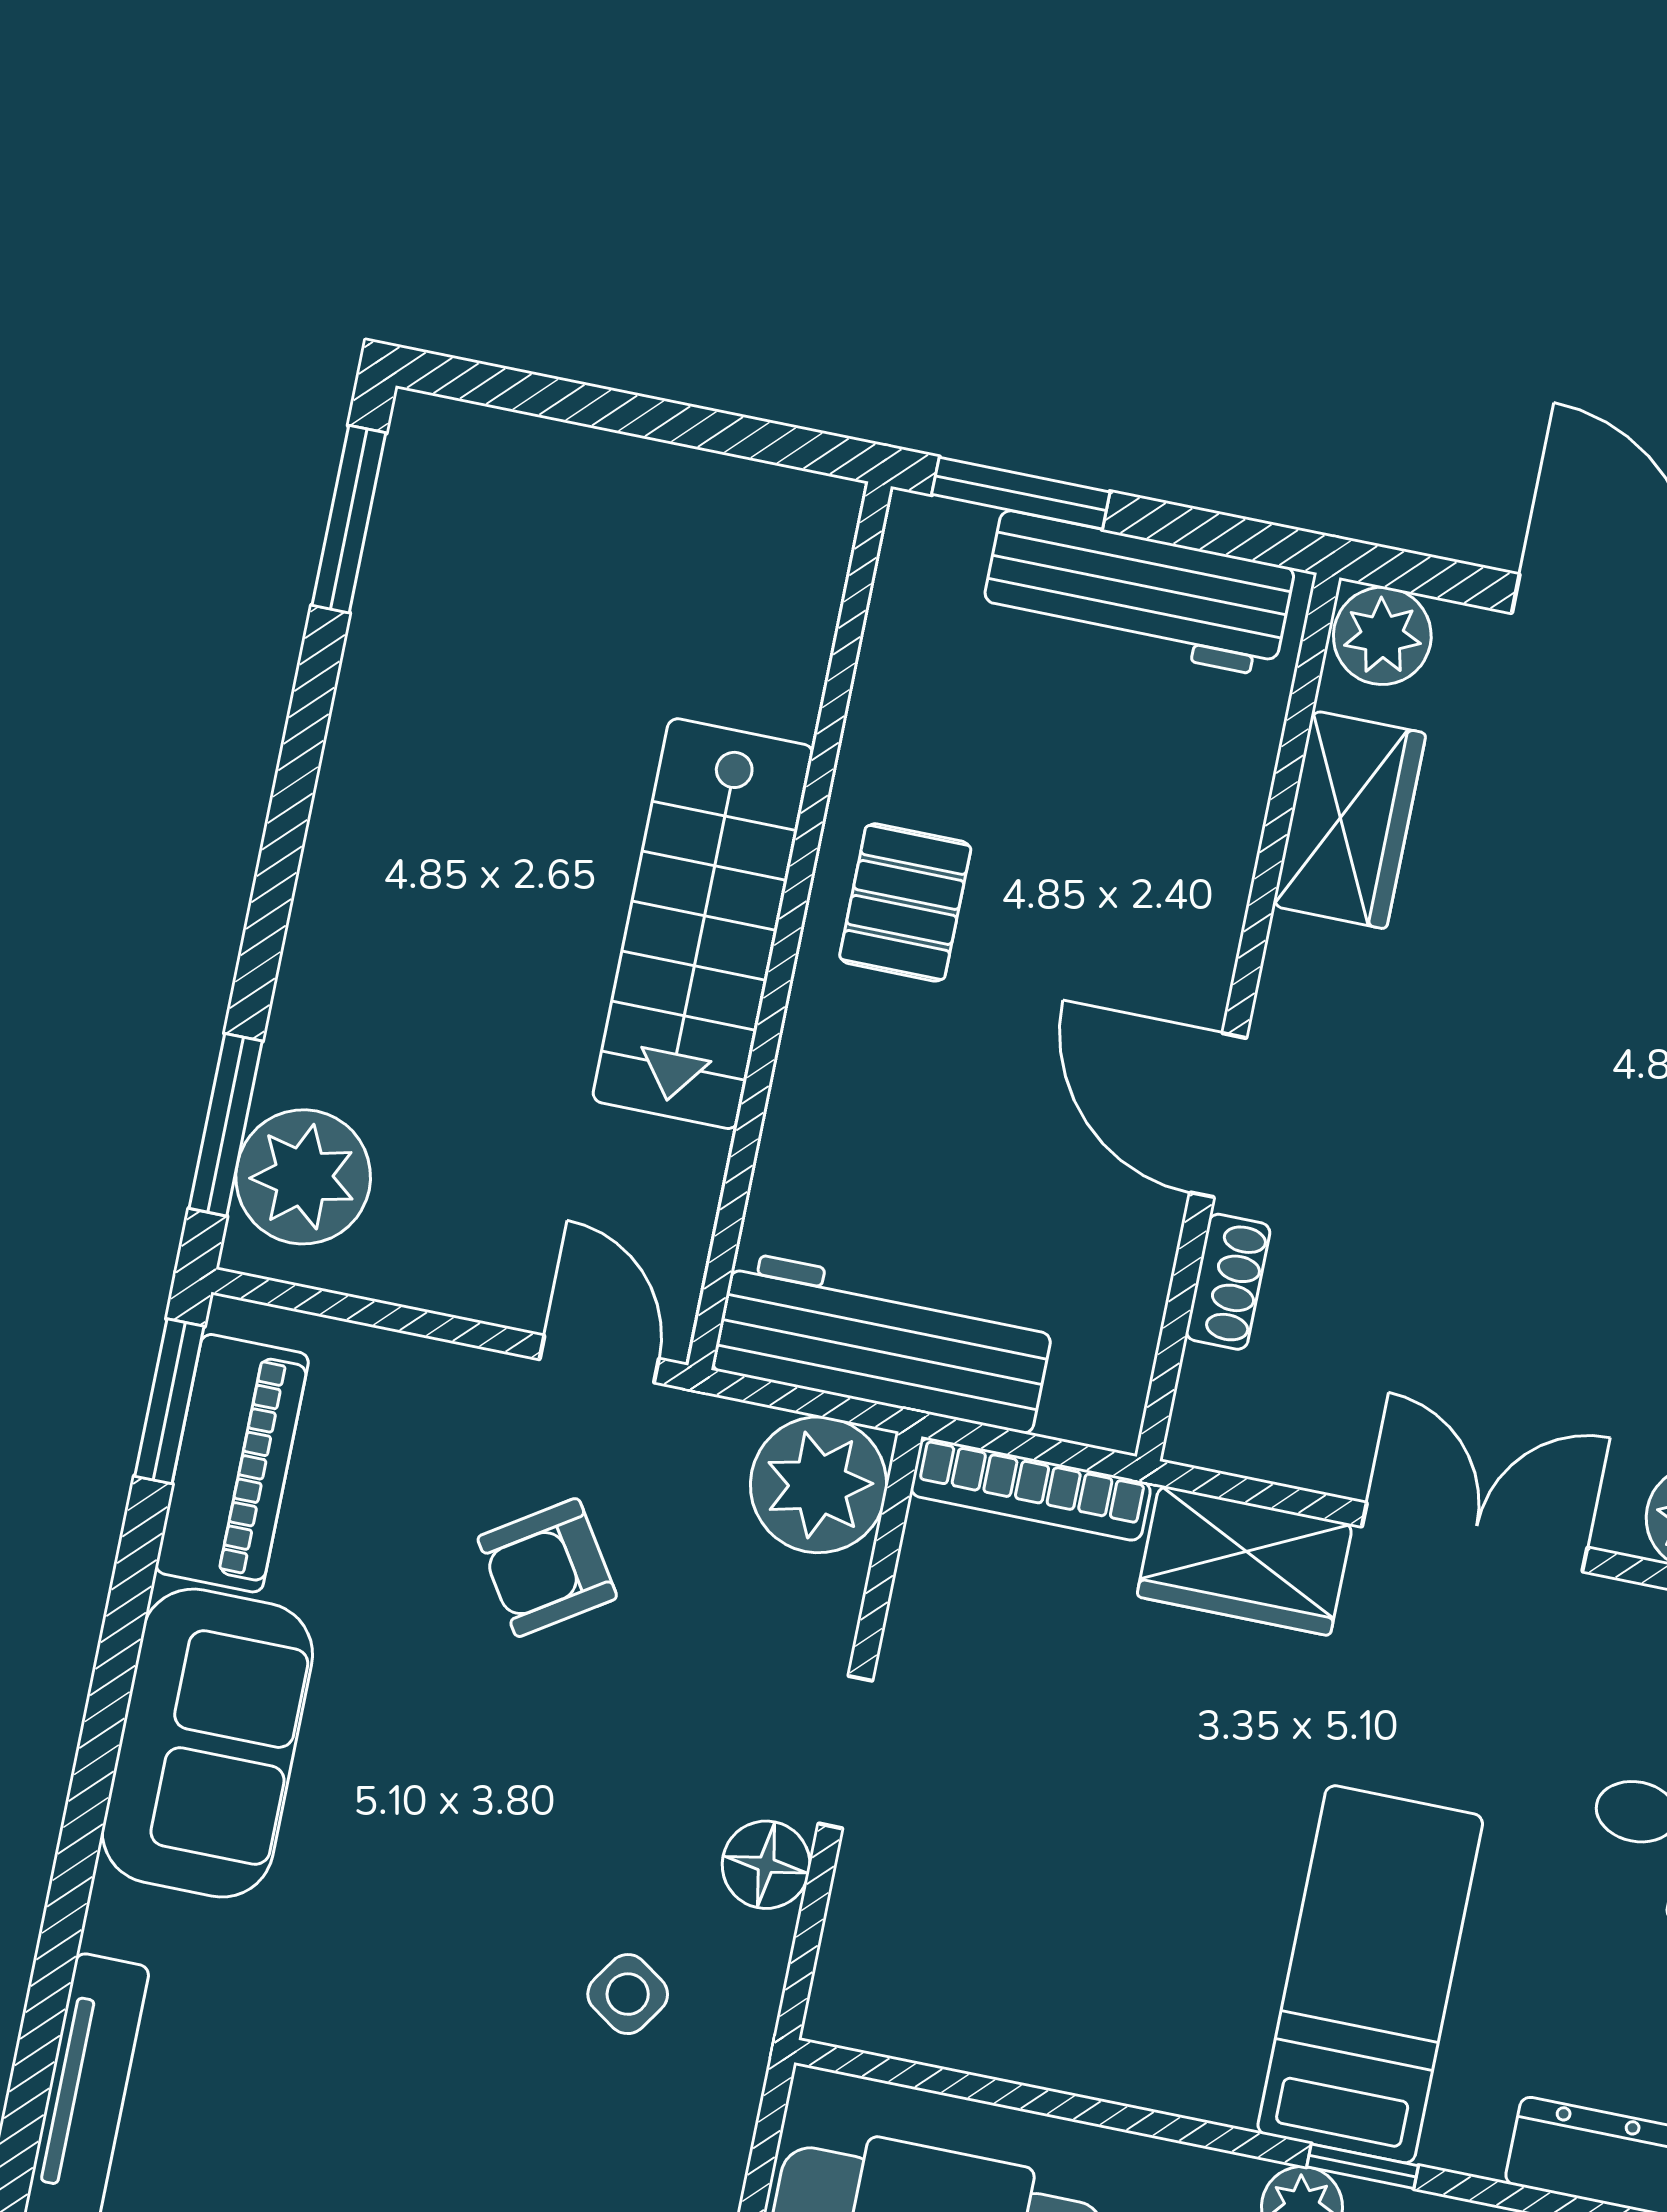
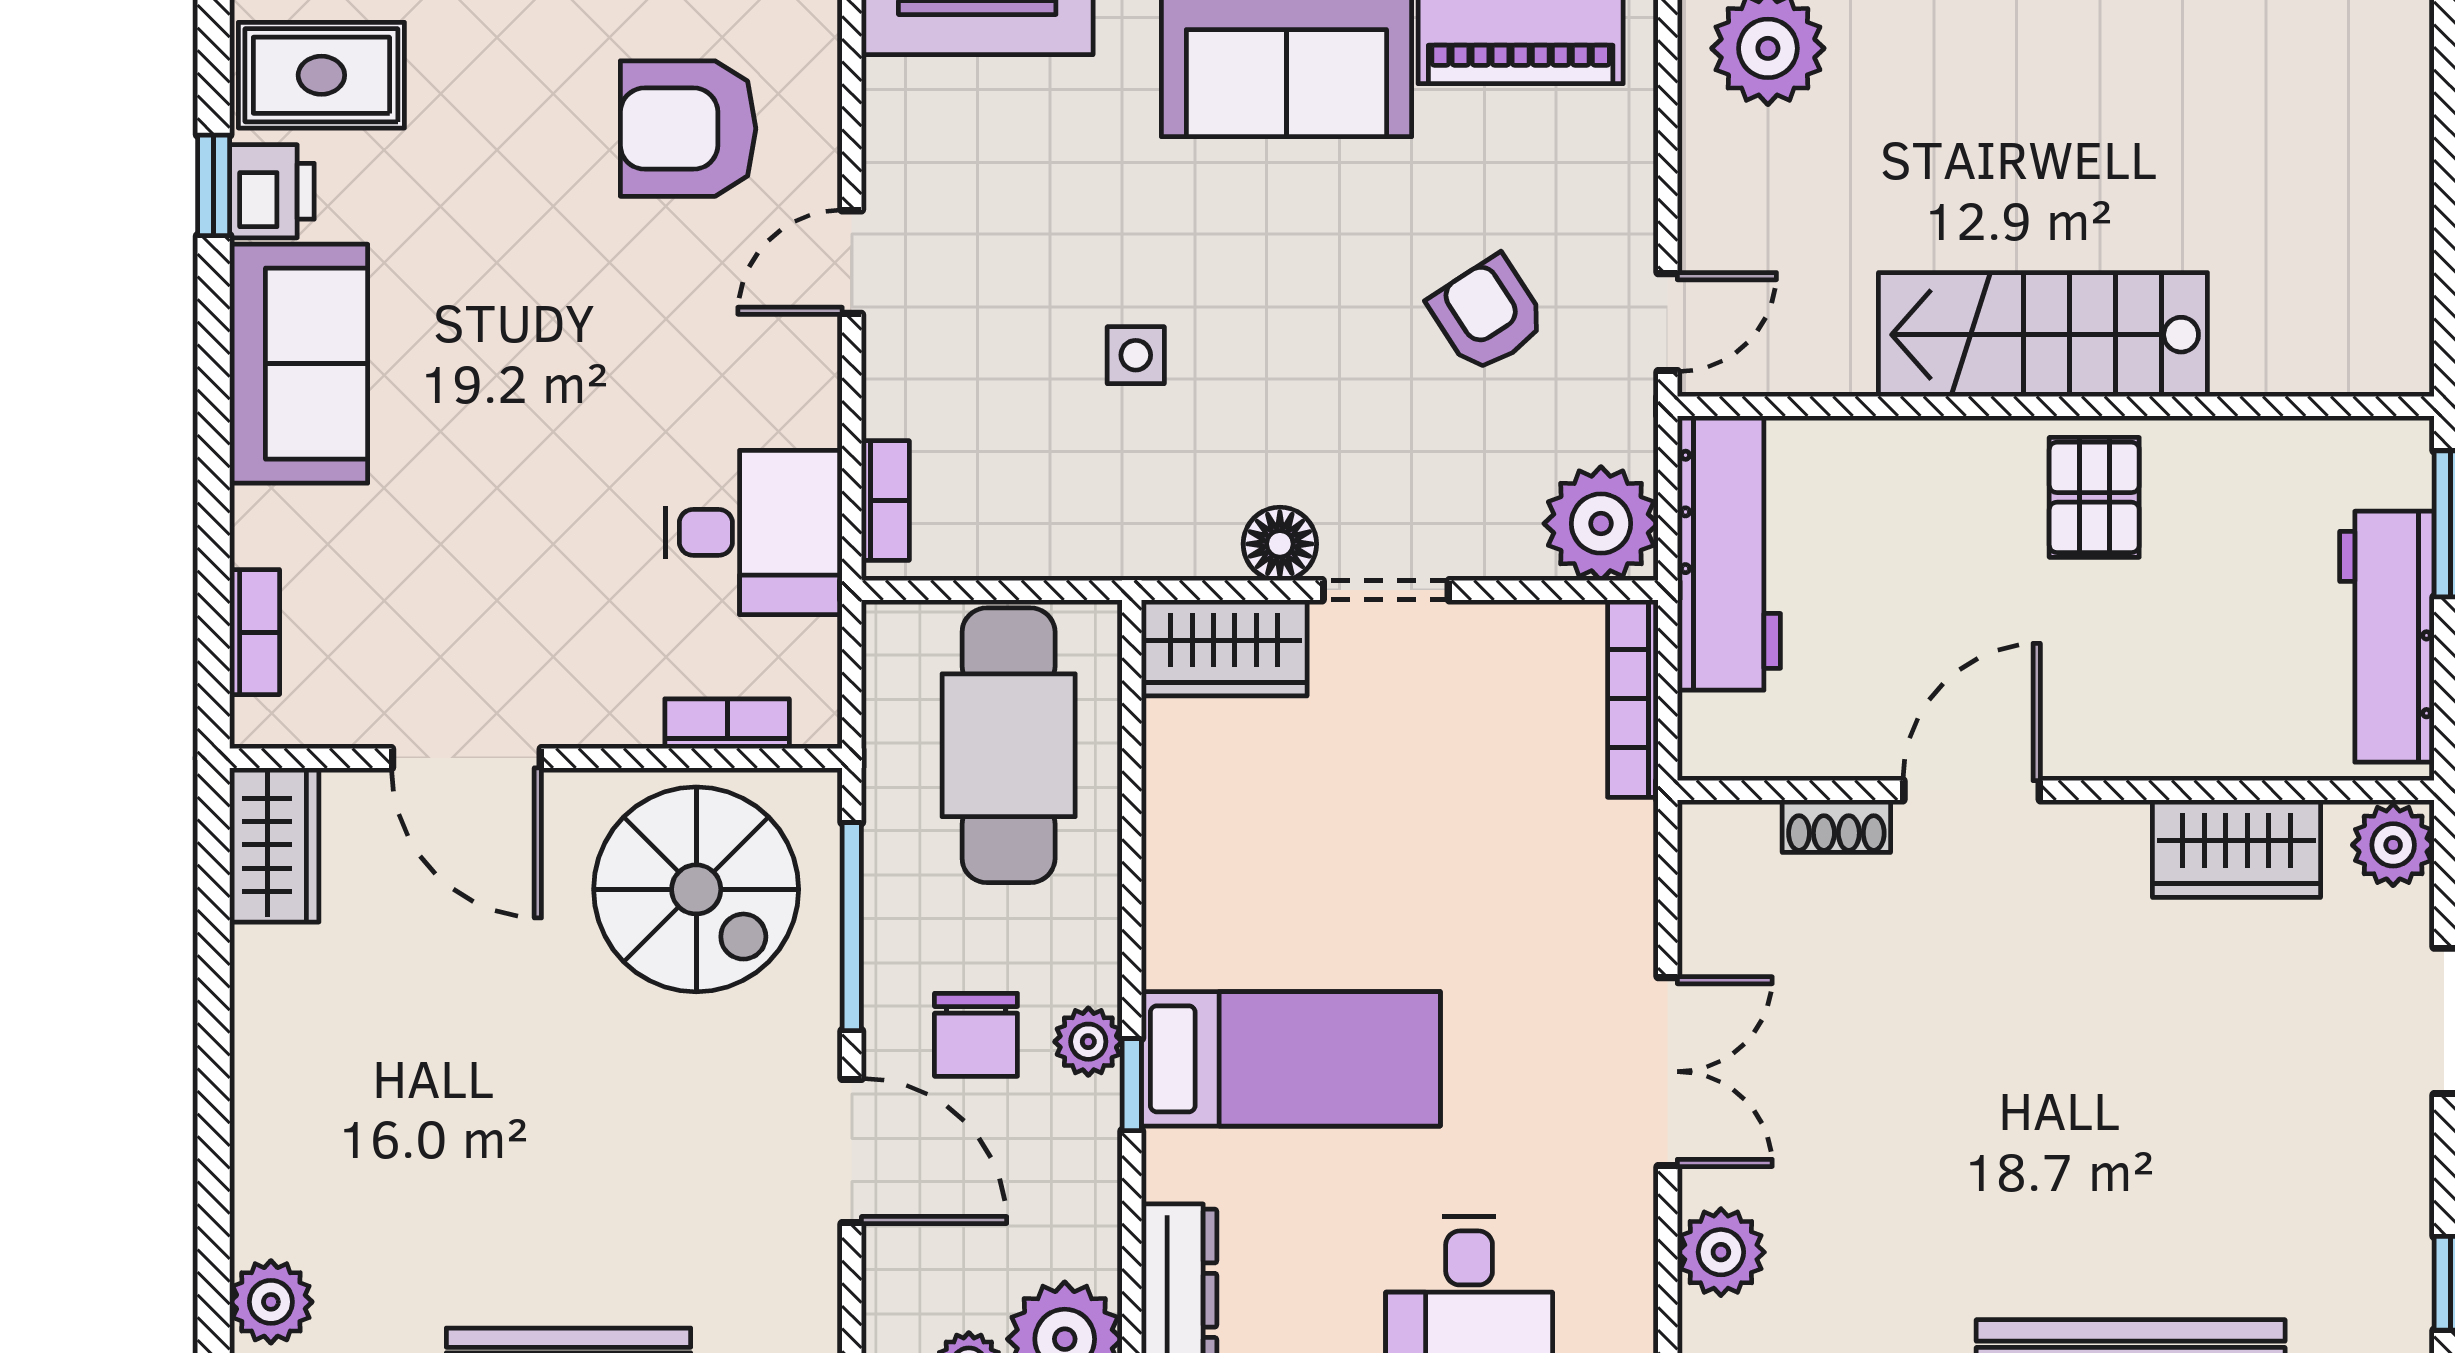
pallet: (905, 902) -> (2094, 497), turned 90
wardrobe: (1245, 1560) -> (1224, 648), moved, turned -90
side table: (628, 1994) -> (1136, 355), moved, turned -34

